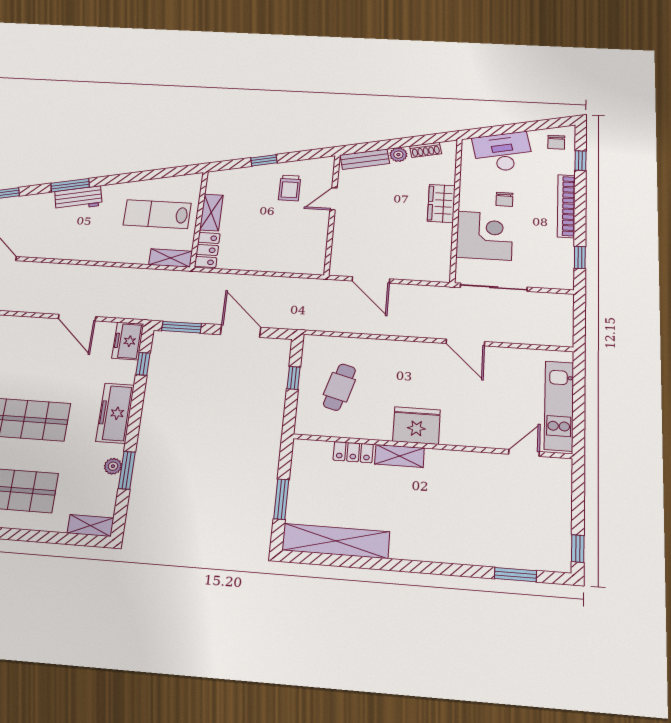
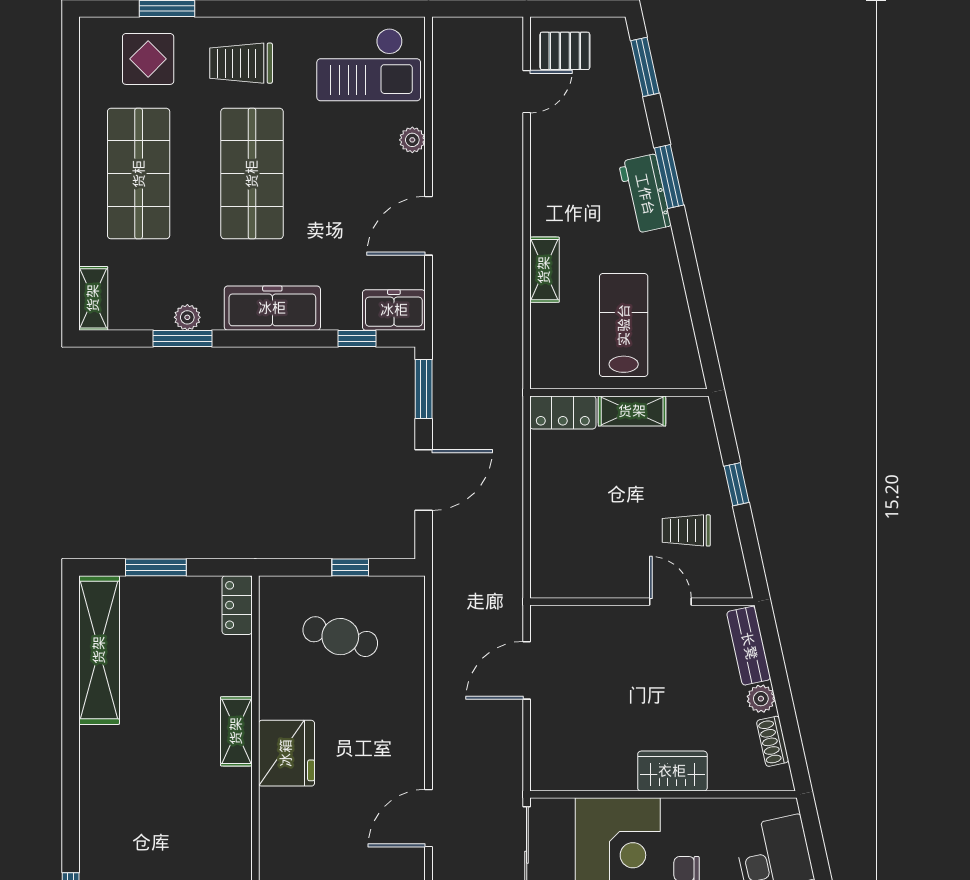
shelving: (171, 258) -> (544, 270), moved
plant: (21, 323) -> (412, 140), added
locker: (353, 452) -> (237, 605), moved

